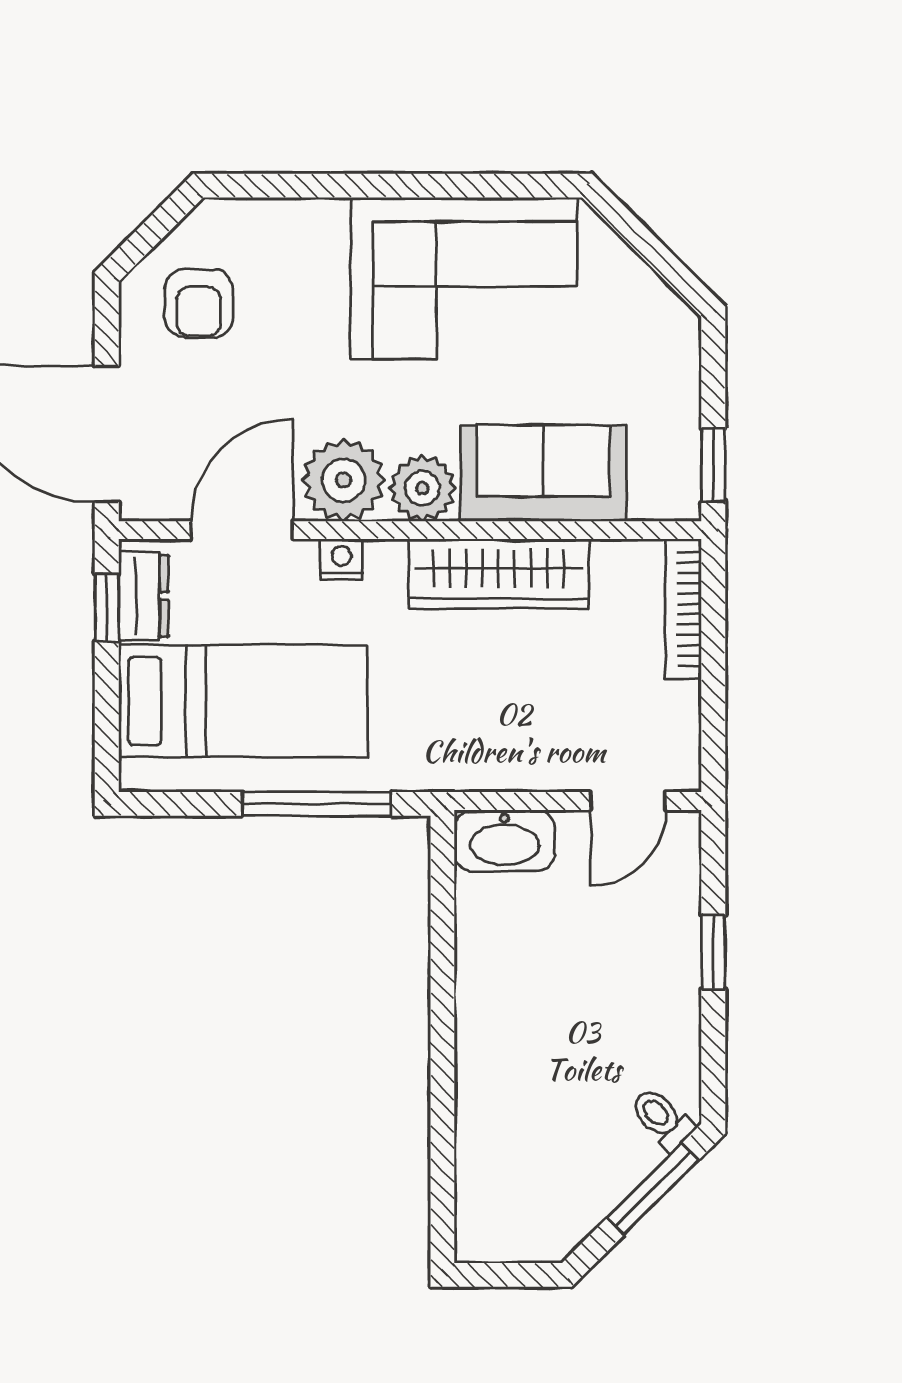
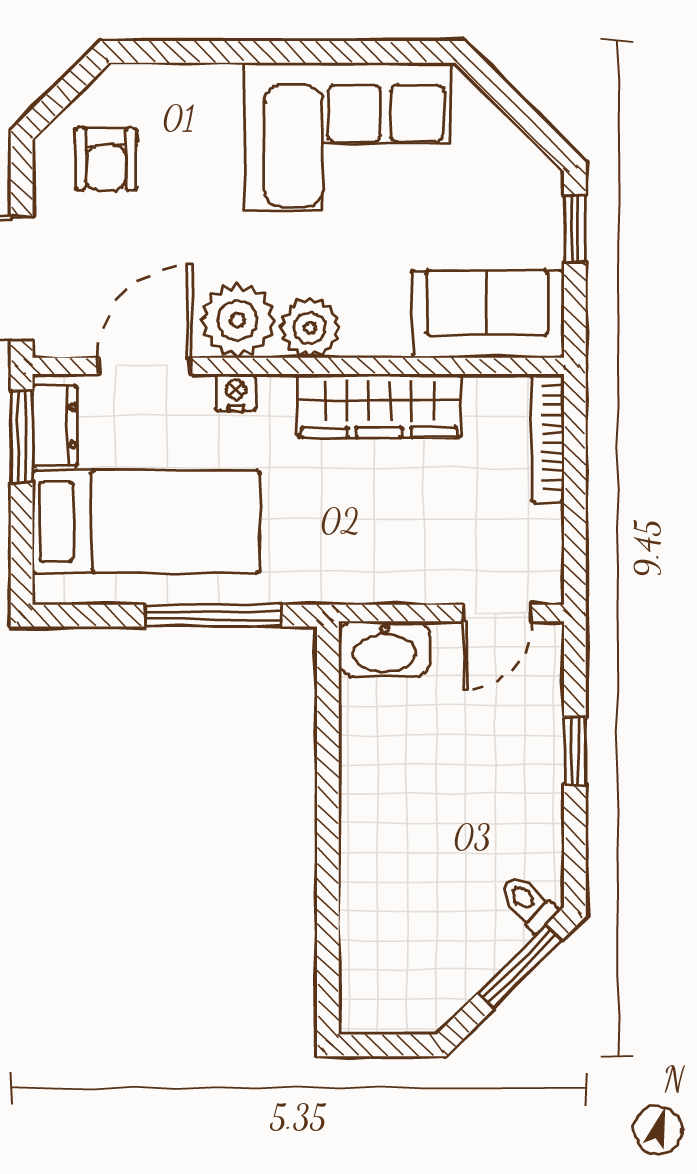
window: (713, 465) -> (575, 228), moved
sofa: (543, 473) -> (487, 314), moved
window: (107, 607) -> (22, 436), width x1.50

